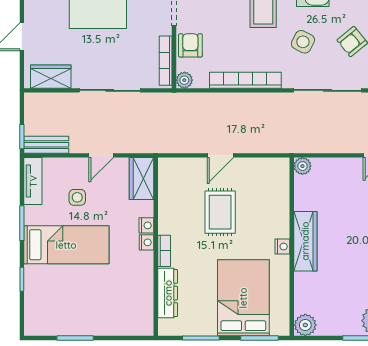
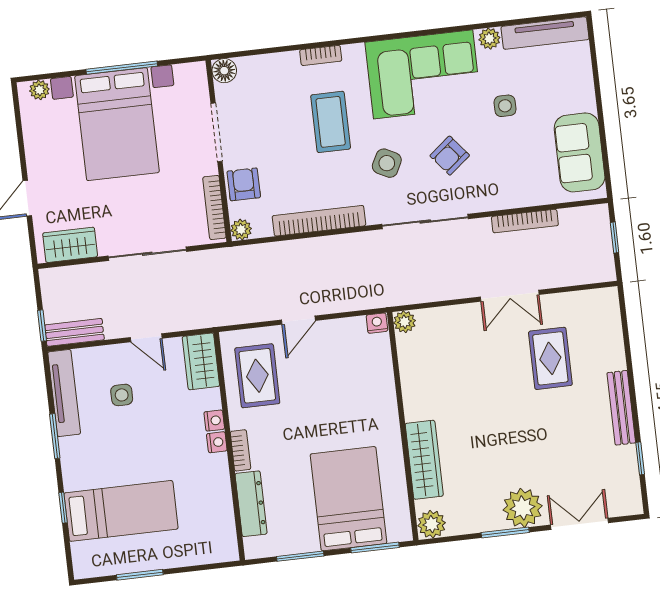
door: (101, 155) -> (146, 338), hinge flipped
tv unit: (33, 181) -> (64, 393), width x1.41
rug: (220, 212) -> (257, 376), moved
wardrobe: (305, 241) -> (424, 460), moved
bed: (66, 245) -> (121, 511), moved
nightstand: (282, 247) -> (377, 323), moved, turned -90

